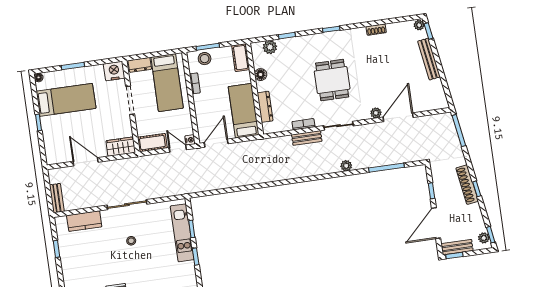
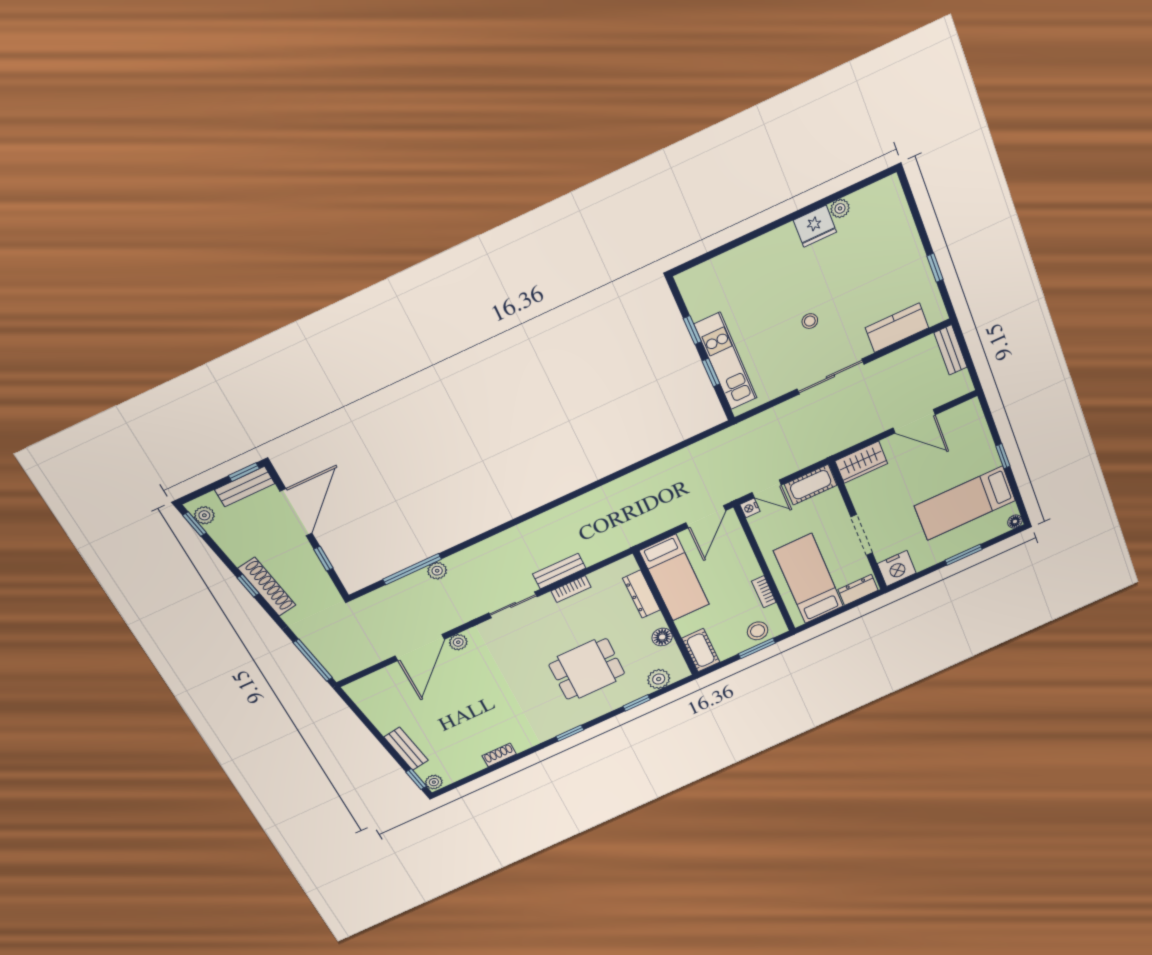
bench: (429, 59) -> (406, 749), width x0.73
dining table: (332, 80) -> (587, 669), moved, turned 90
plant: (346, 166) -> (437, 571), moved

